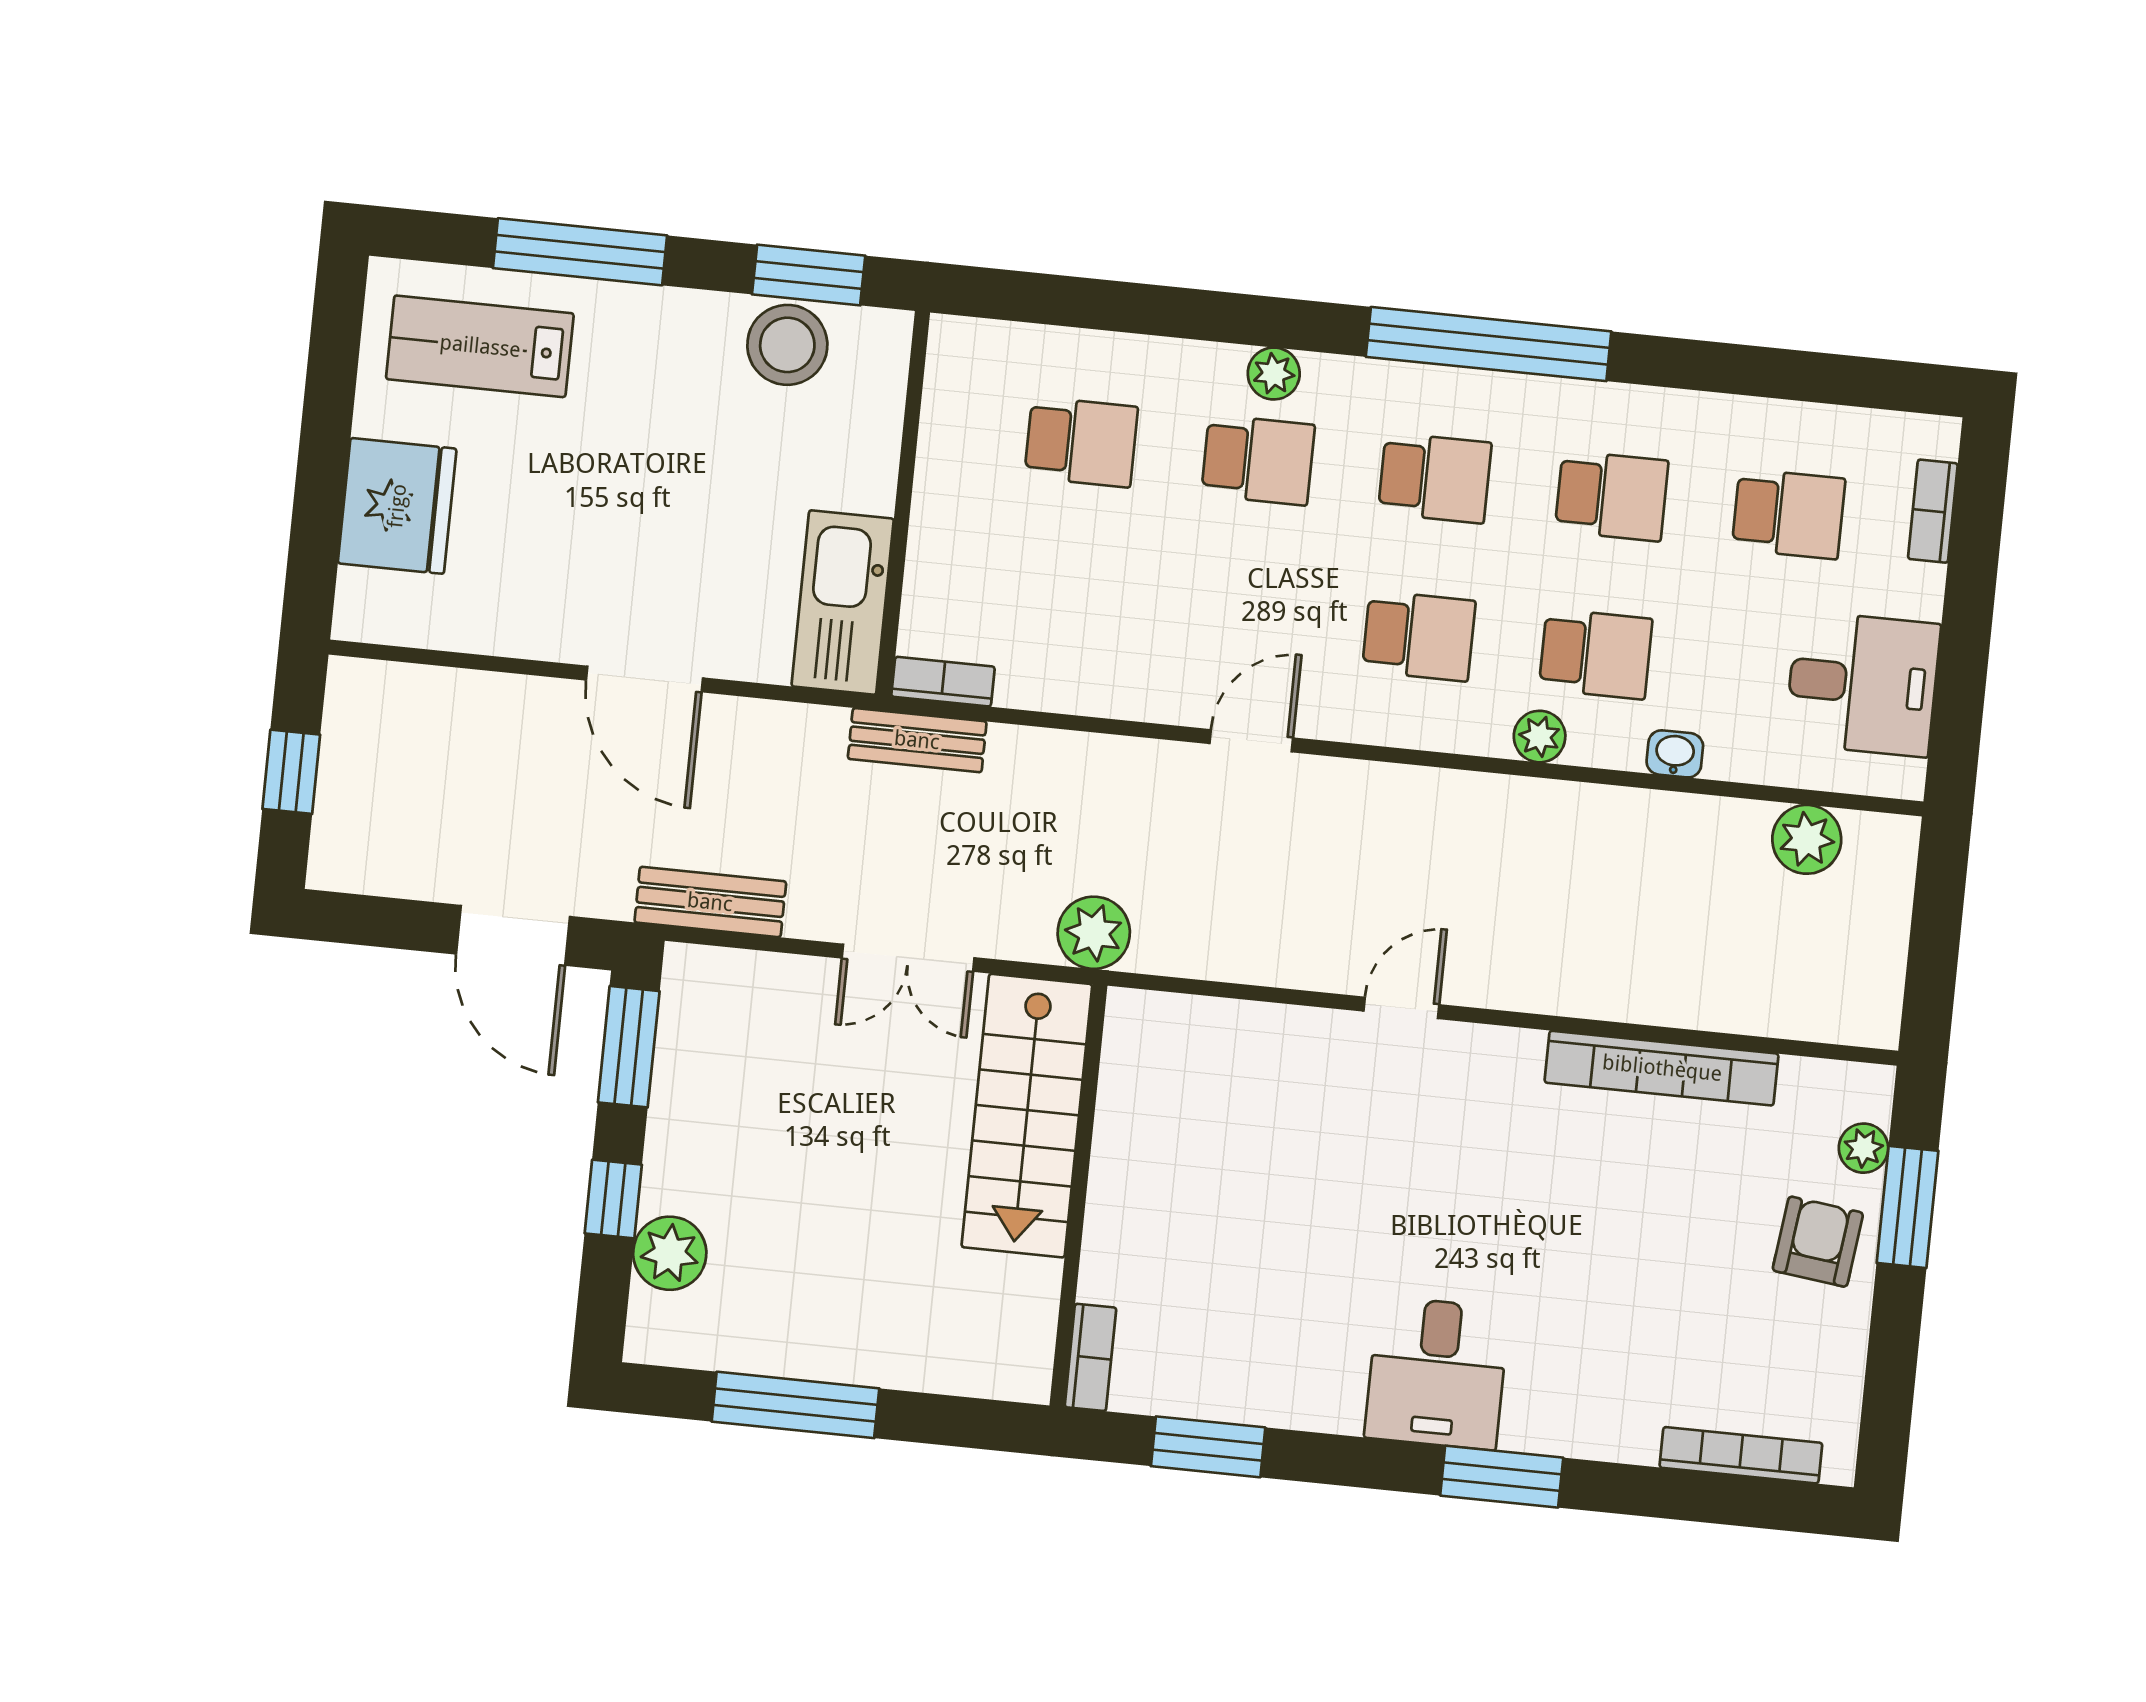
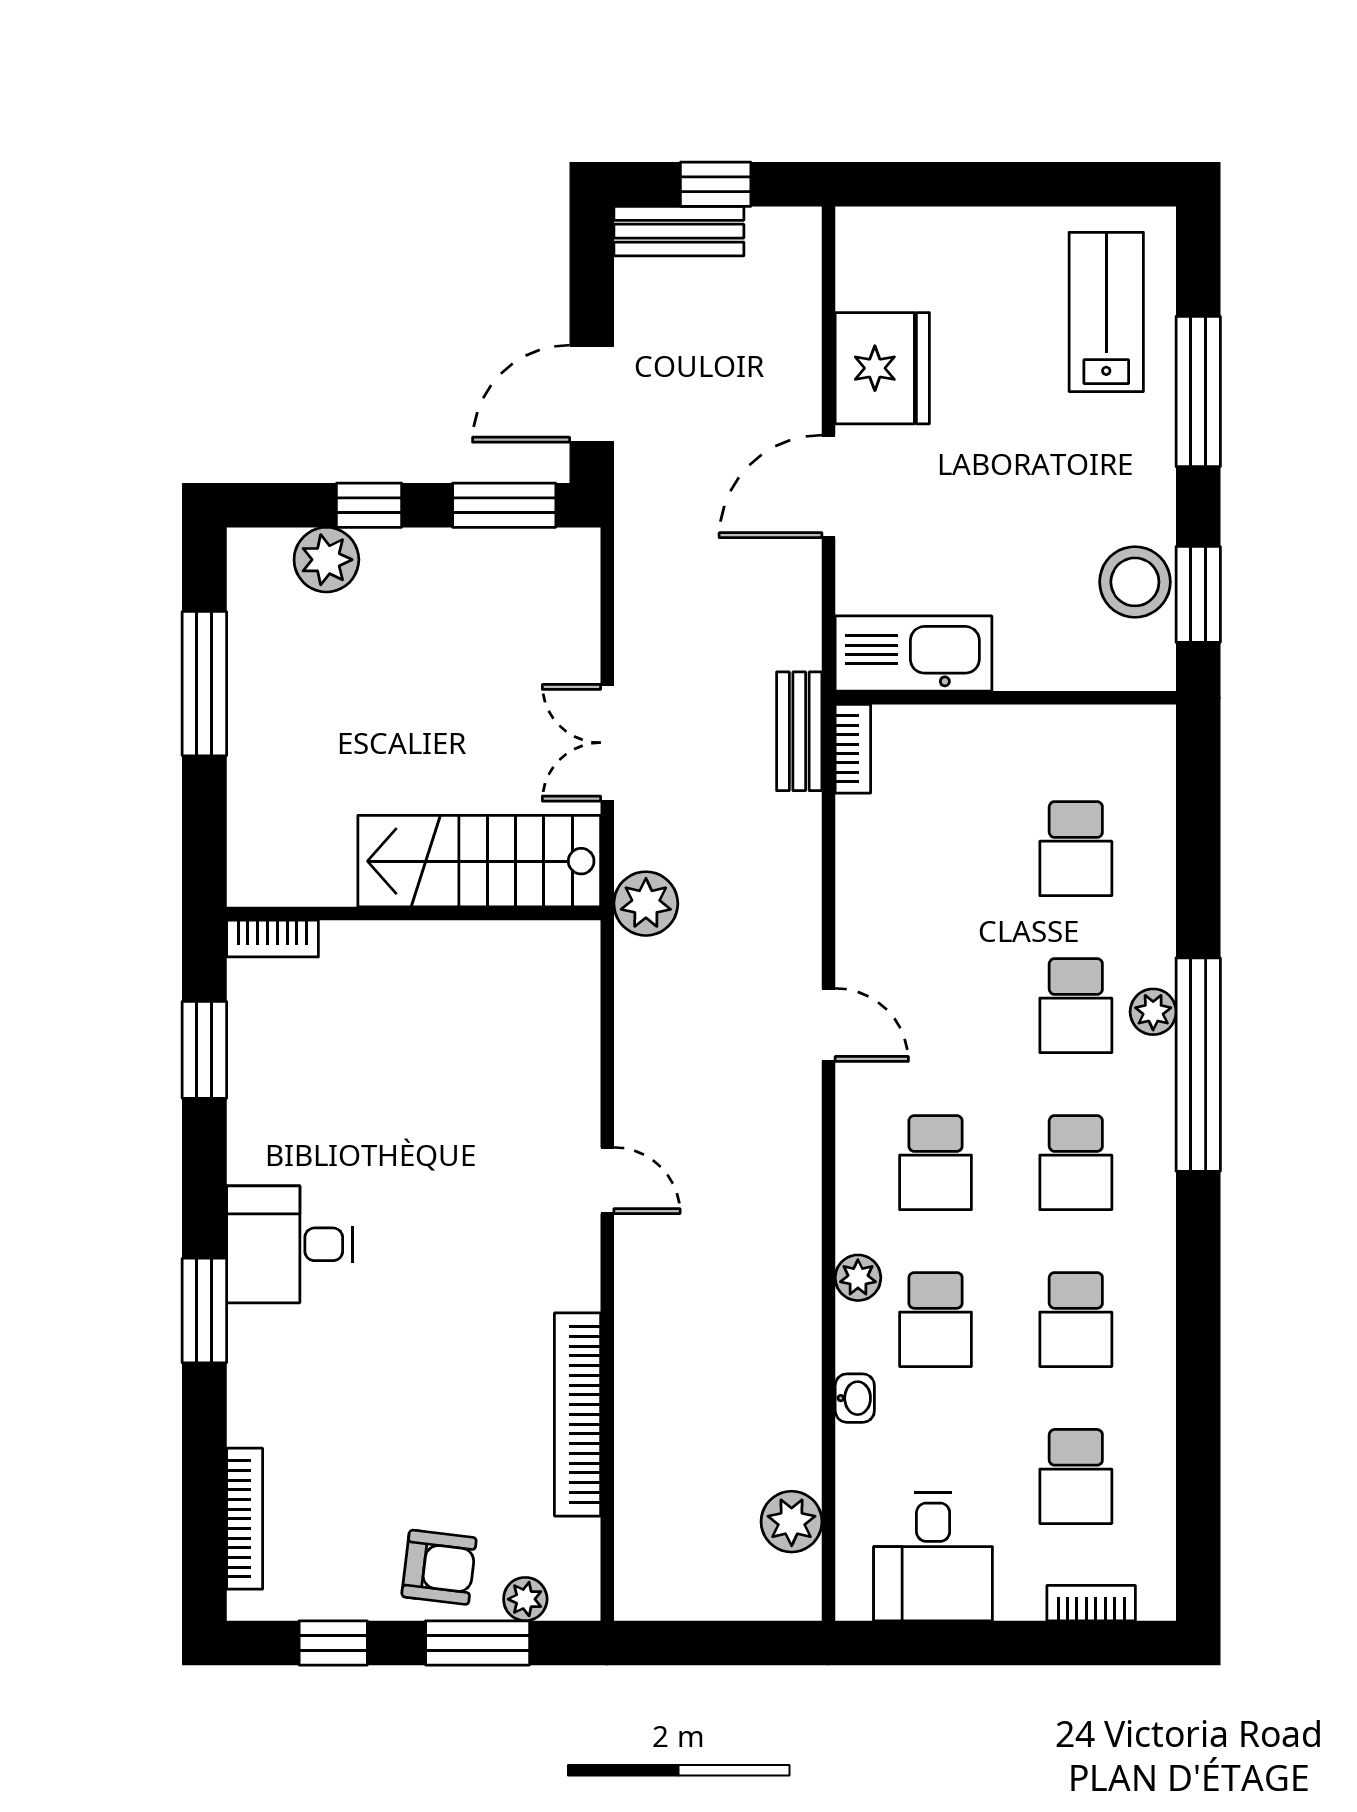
window: (1489, 344) -> (1198, 1065), moved
fridge: (397, 506) -> (882, 368), moved, turned -90
bench: (710, 902) -> (679, 231), moved, turned 90
window: (1891, 1370) -> (333, 1643), added

